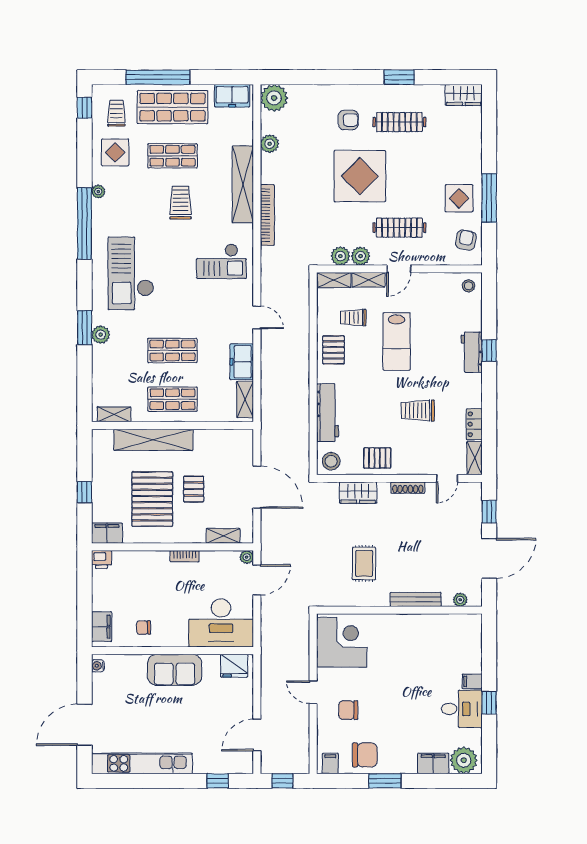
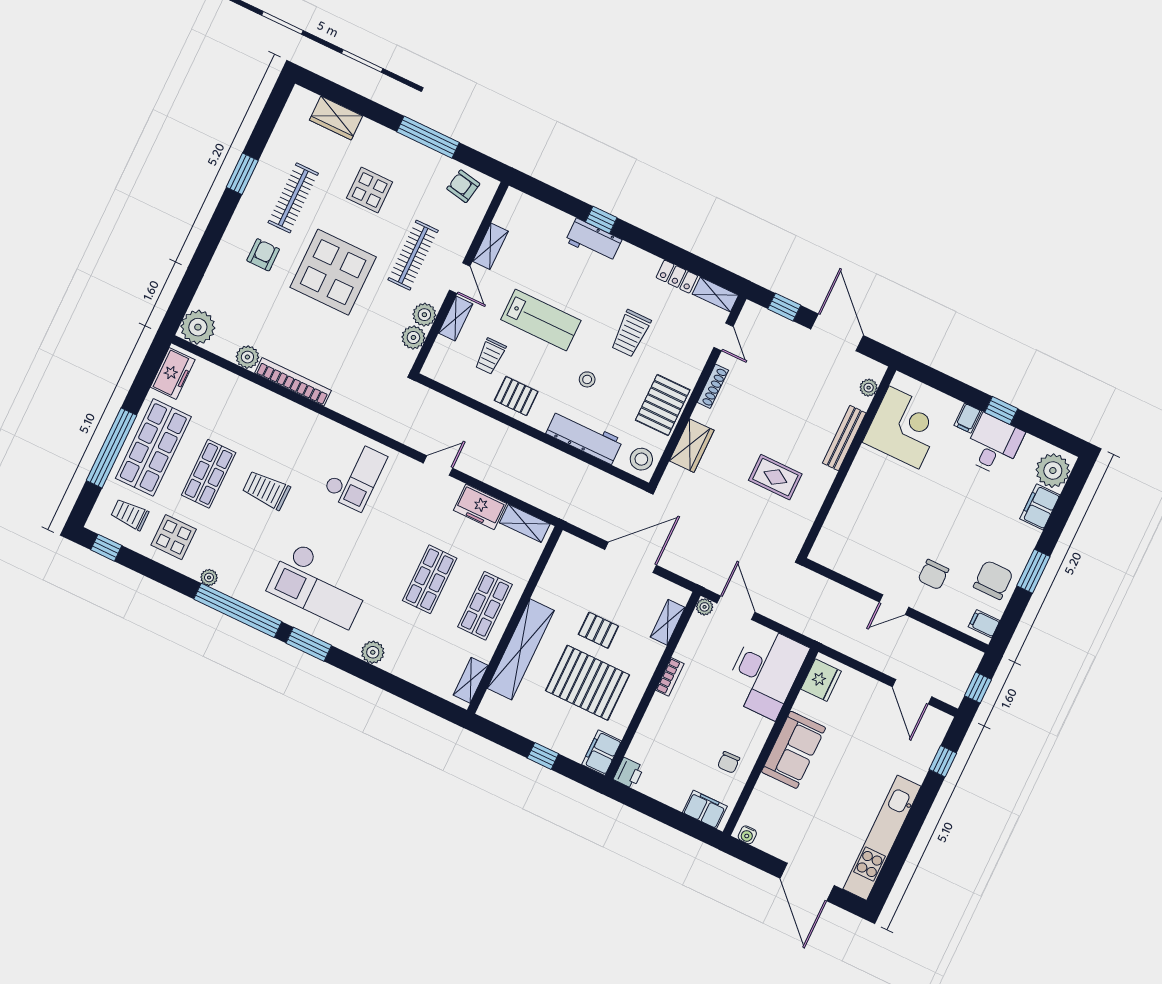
wardrobe: (464, 95) -> (336, 118), moved, turned 90
shelving: (243, 184) -> (279, 409), removed
display table: (459, 198) -> (370, 190), moved
bookcase: (267, 215) -> (293, 382), moved
shelving: (334, 280) -> (490, 246), moved
stool: (469, 286) -> (587, 379), moved
window: (85, 328) -> (309, 644), moved
pallet: (377, 458) -> (663, 405), width x1.50, depth x1.42
corner desk: (342, 642) -> (904, 427), moved, turned 90

